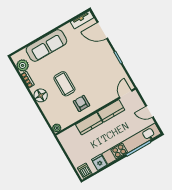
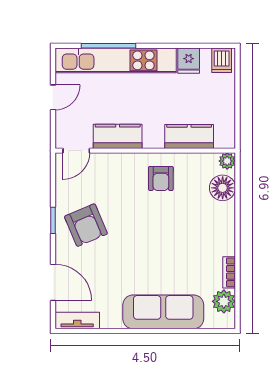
armchair: (102, 64) -> (86, 225), added
coffee table: (64, 84) -> (170, 229), removed
floor lamp: (41, 95) -> (223, 188), moved
door: (150, 112) -> (53, 97), hinge flipped
kitchen counter: (89, 124) -> (189, 136), moved

